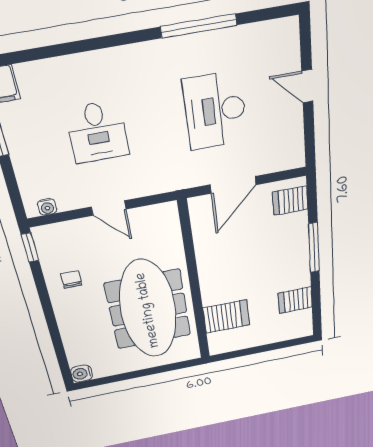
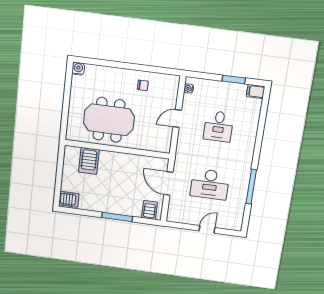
desk: (215, 111) -> (210, 184), turned 180
desk: (97, 132) -> (219, 126), turned -90
window: (30, 247) -> (169, 71), removed
server rack: (295, 300) -> (69, 199), moved, turned 90
meeting table: (148, 310) -> (109, 120), width x0.73

